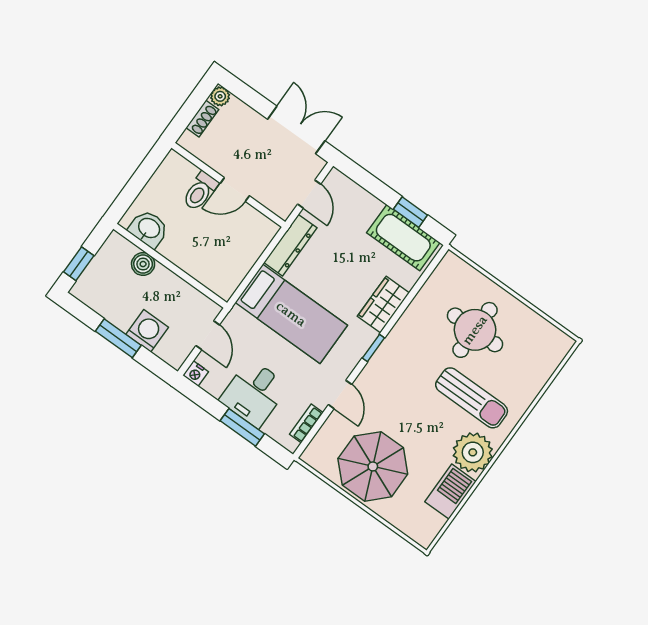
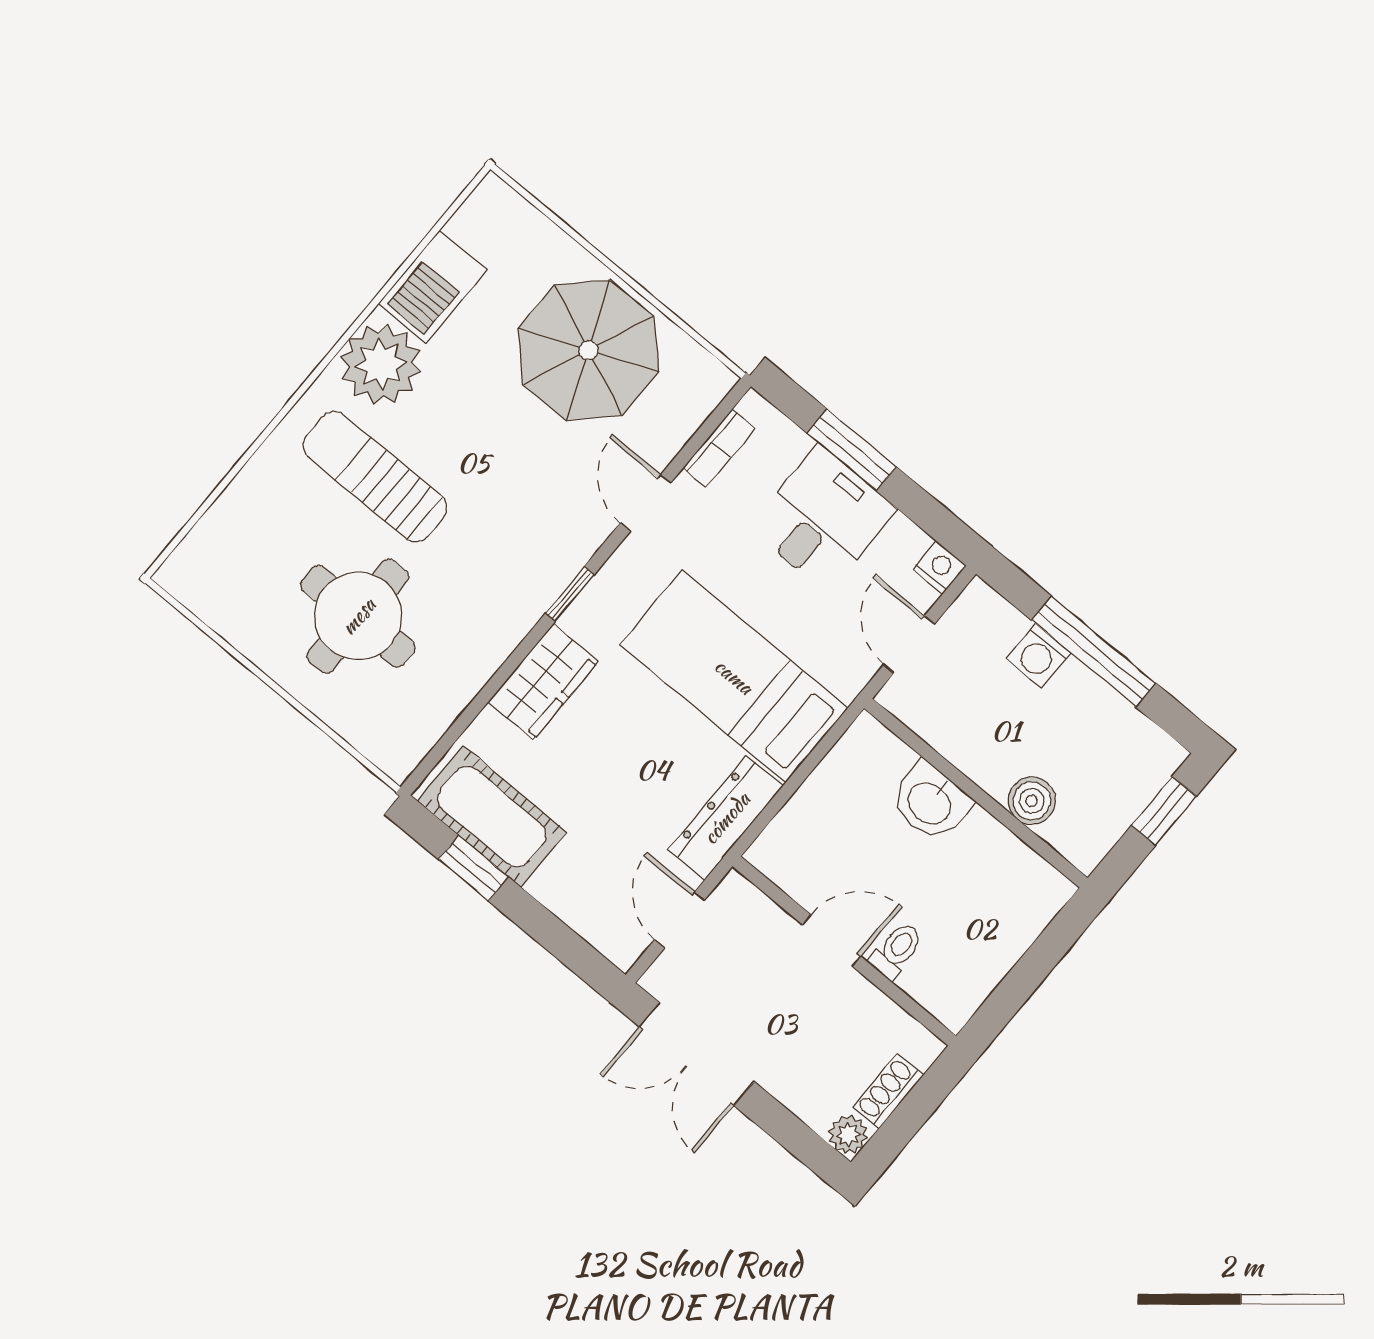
toilet: (200, 191) -> (896, 950), width x0.73, depth x0.72
washbasin: (149, 229) -> (930, 802), moved
washing machine: (147, 331) -> (1039, 656), width x0.73, depth x0.73
window: (118, 338) -> (1094, 652), width x1.44

